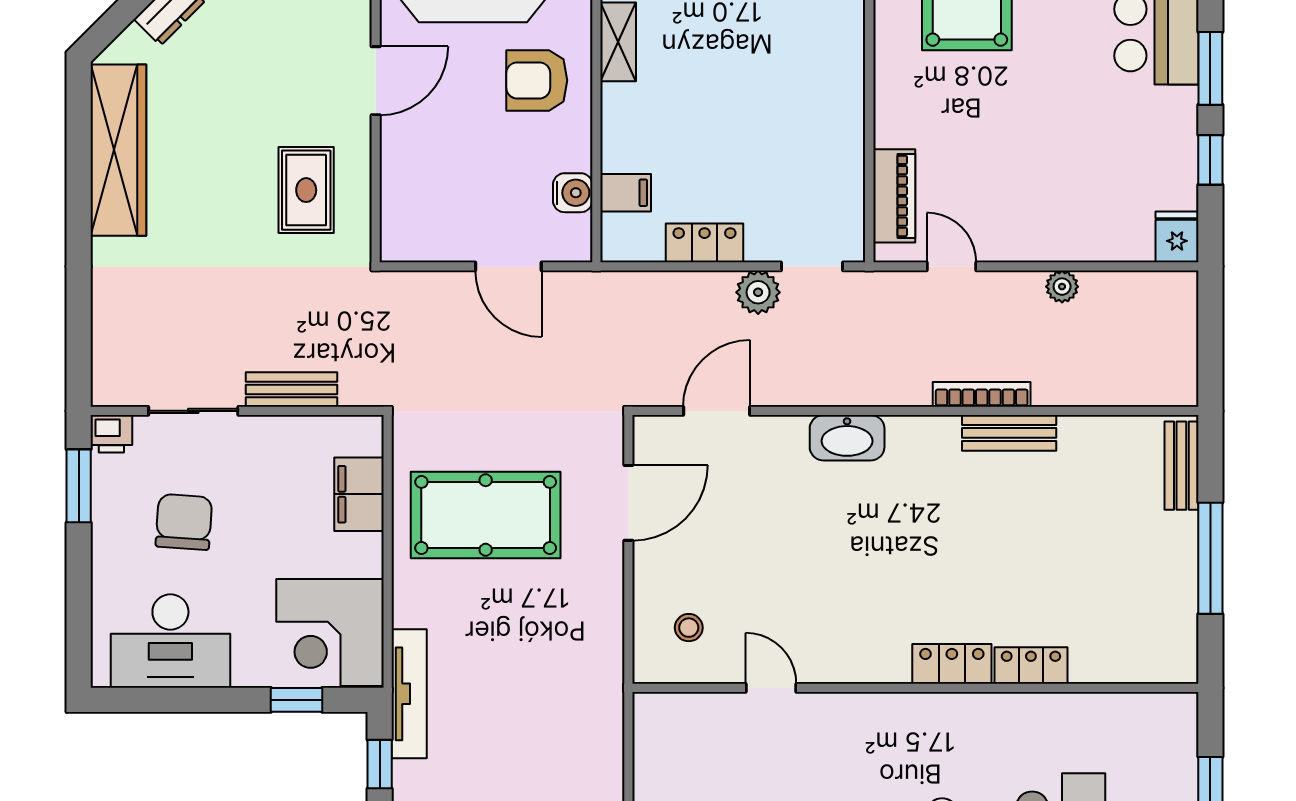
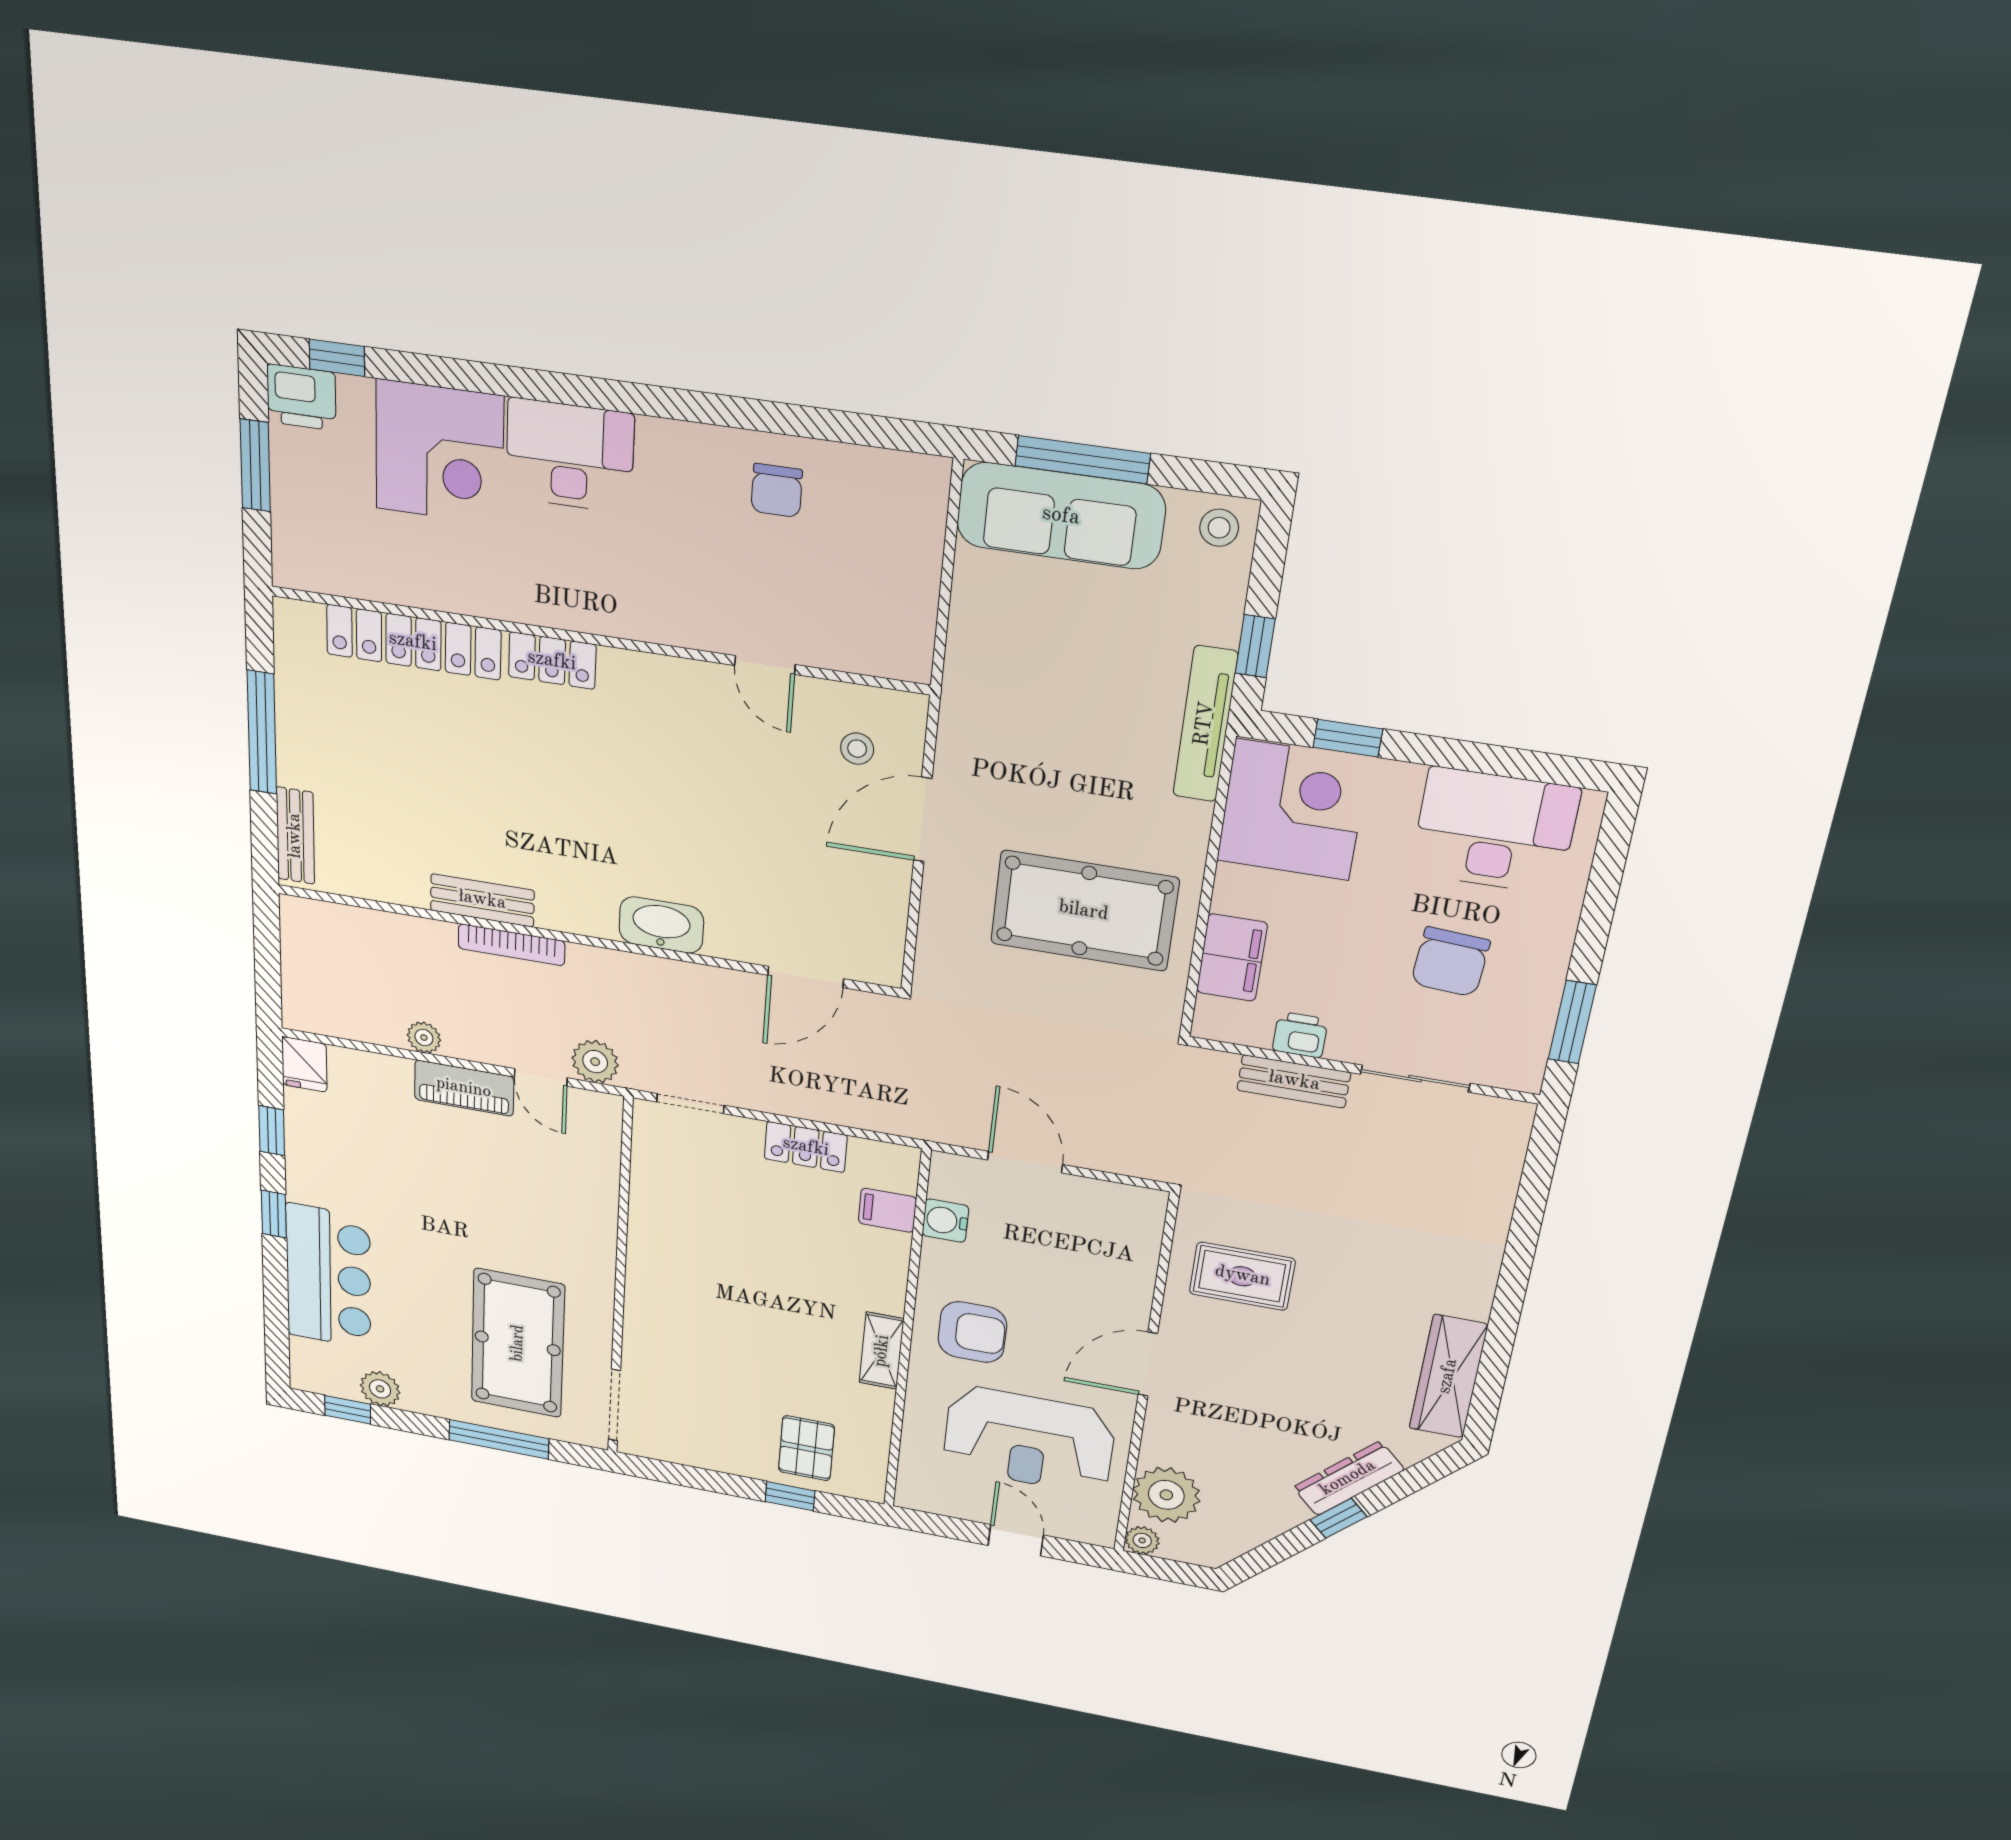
window: (1210, 68) -> (274, 1214), width x0.67
wardrobe: (118, 150) -> (1448, 1376), width x0.71, depth x0.85
rug: (306, 190) -> (1242, 1276), turned 90
piano: (894, 196) -> (464, 1088), moved, turned -90
plant: (758, 292) -> (595, 1062), moved
printer: (111, 434) -> (1300, 1035), moved
door: (628, 503) -> (923, 820), moved
locker: (1031, 665) -> (413, 642), width x2.16, depth x1.21

